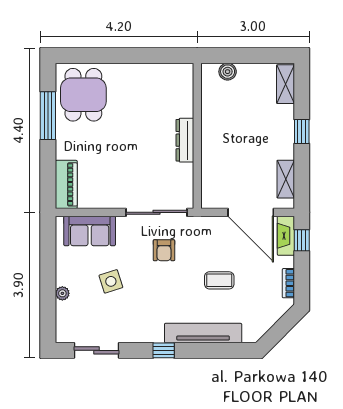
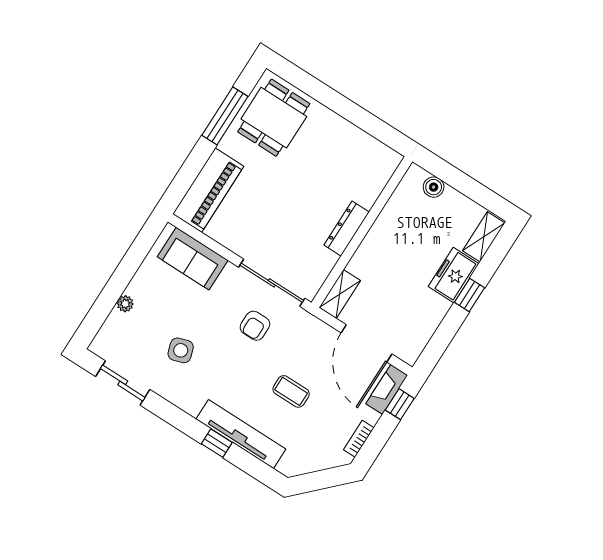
freezer: (281, 125) -> (454, 275), added
shelving: (286, 179) -> (340, 294), moved
piano: (66, 184) -> (208, 190), width x1.37, depth x1.33
side table: (111, 281) -> (181, 350), moved
window: (164, 350) -> (217, 443), moved

